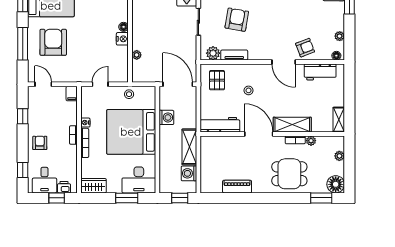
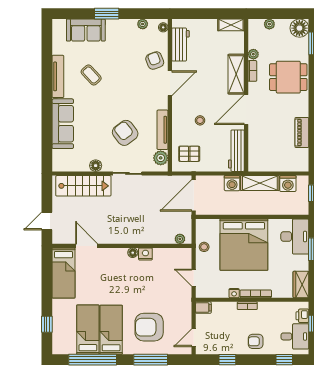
armchair: (237, 20) -> (125, 133), turned 42
plant: (137, 55) -> (180, 239), moved
tv unit: (234, 55) -> (163, 130), width x1.41
washing machine: (166, 117) -> (232, 183), moved, turned 180
dining table: (289, 174) -> (288, 77), turned 90

